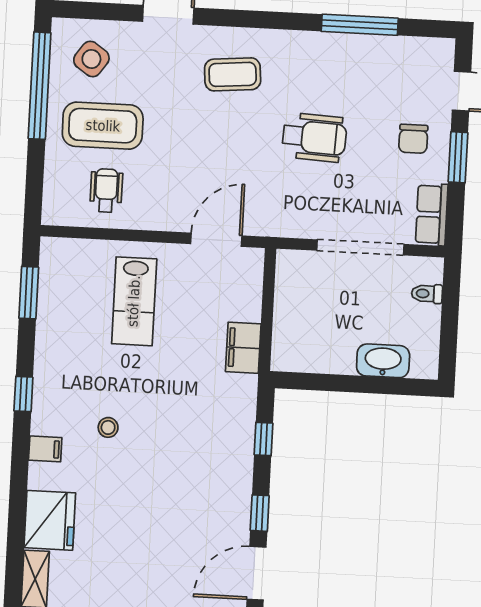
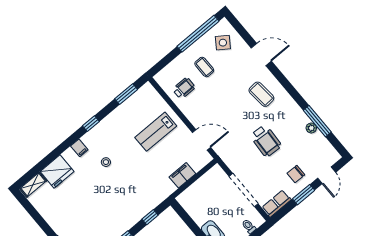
plant: (362, 45) -> (311, 128), added
coffee table: (103, 126) -> (204, 67), width x0.54, depth x0.58
filing cabinet: (243, 348) -> (182, 175), moved

